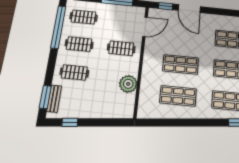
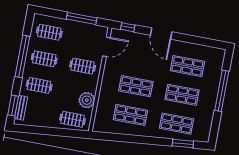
door: (189, 9) -> (161, 33), moved
window: (58, 27) -> (22, 57), moved
clothes rail: (114, 106) -> (73, 119), added
window: (70, 122) -> (34, 130), removed

